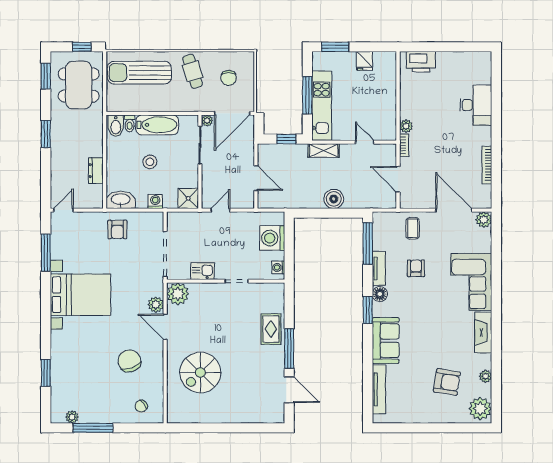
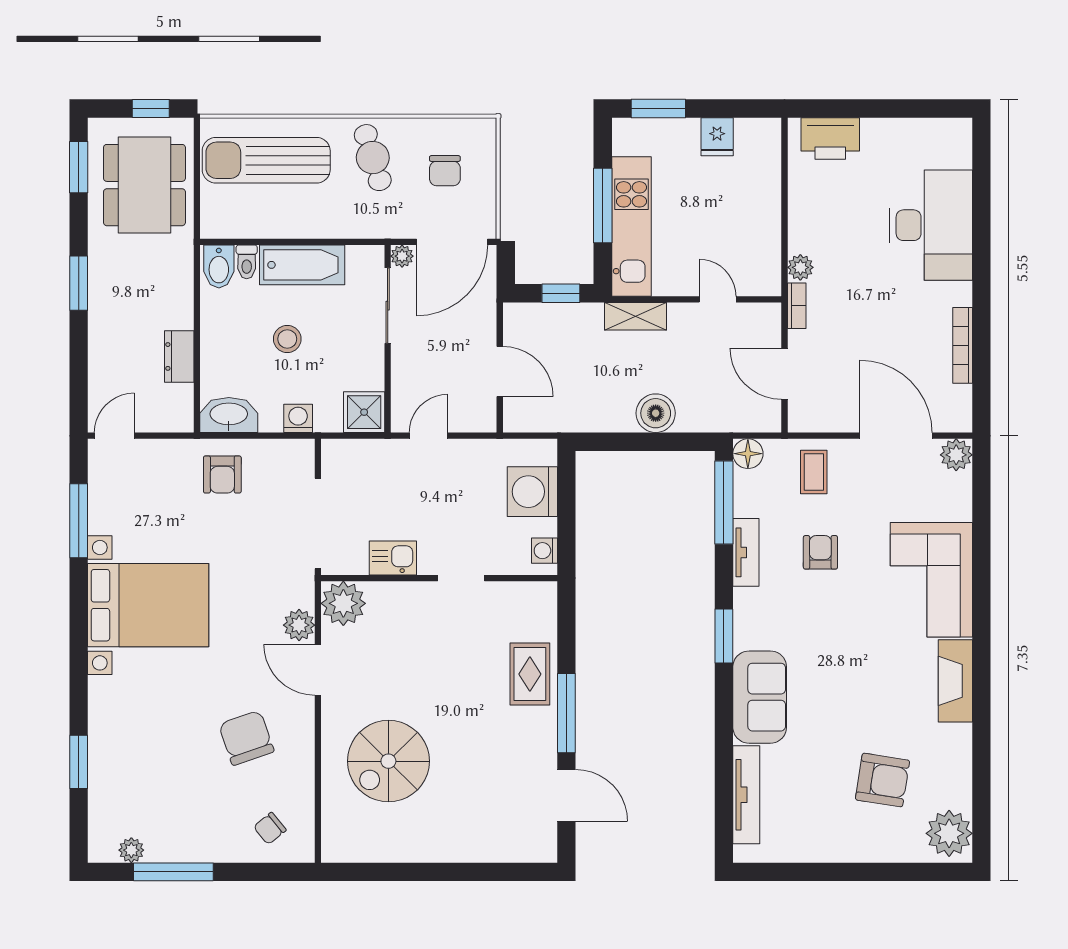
desk: (476, 105) -> (931, 225), width x1.36, depth x1.30
floor lamp: (380, 294) -> (748, 454), moved
plant: (485, 376) -> (960, 769), removed

